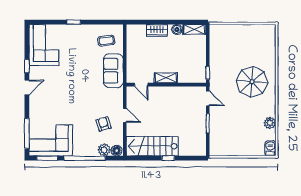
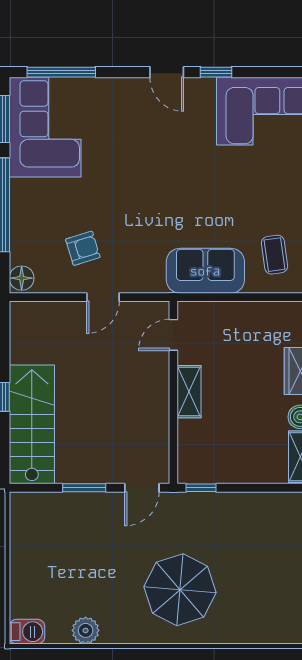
stairs: (152, 146) -> (32, 424), moved
plant: (104, 150) -> (24, 250), removed

